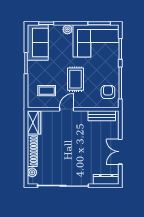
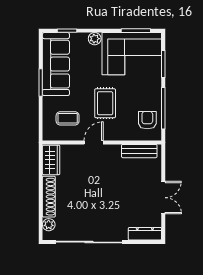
sofa: (38, 42) -> (56, 64), width x1.36
double door: (120, 152) -> (163, 198), swing flipped

